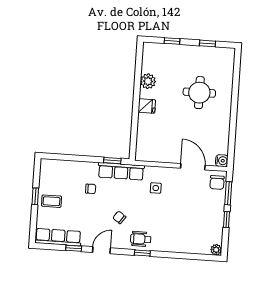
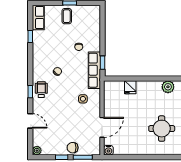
fridge: (147, 106) -> (130, 87), moved
chair: (217, 182) -> (73, 148), moved
row of seats: (58, 237) -> (38, 17), width x0.68
door: (102, 250) -> (30, 121), moved

